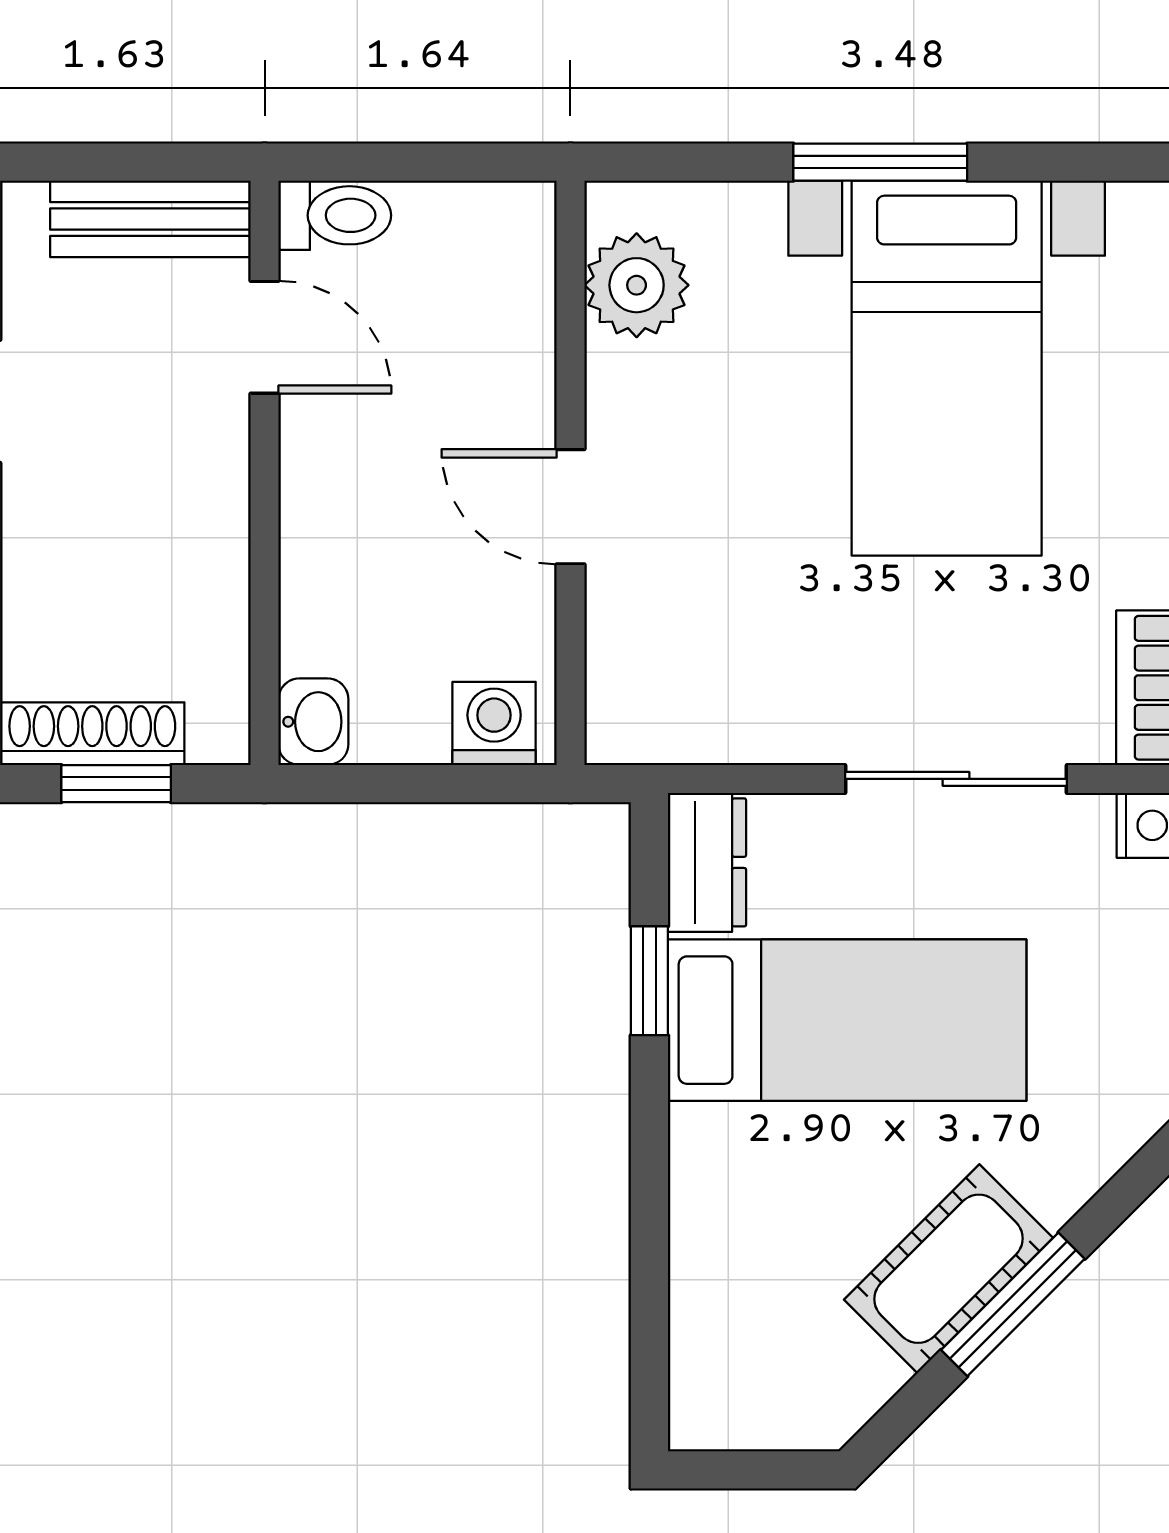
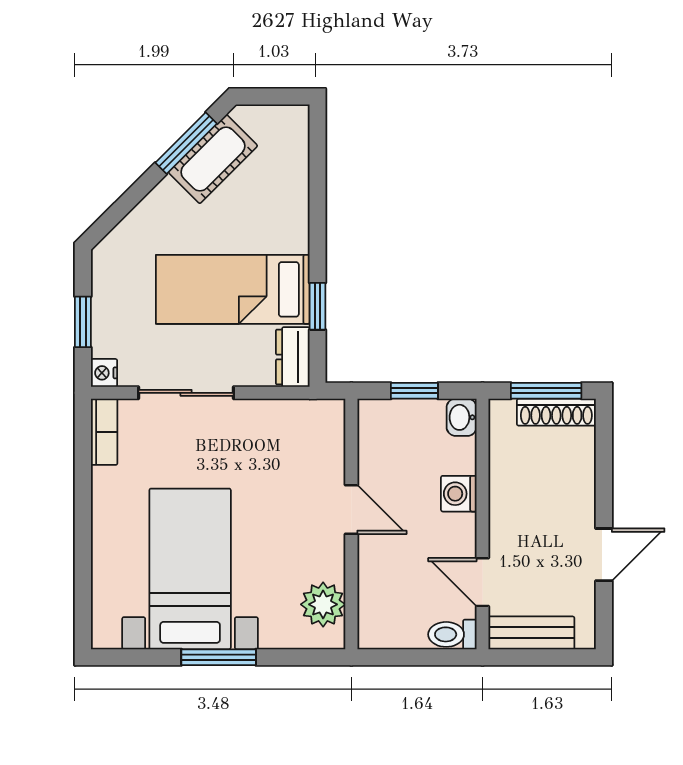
washing machine: (494, 723) -> (459, 494), moved, turned 90
window: (116, 784) -> (546, 391), width x1.50
window: (423, 784) -> (414, 391), added
cot: (949, 1269) -> (213, 159), moved
window: (1013, 1304) -> (186, 143), moved

